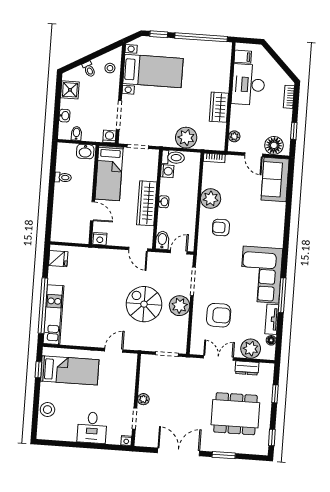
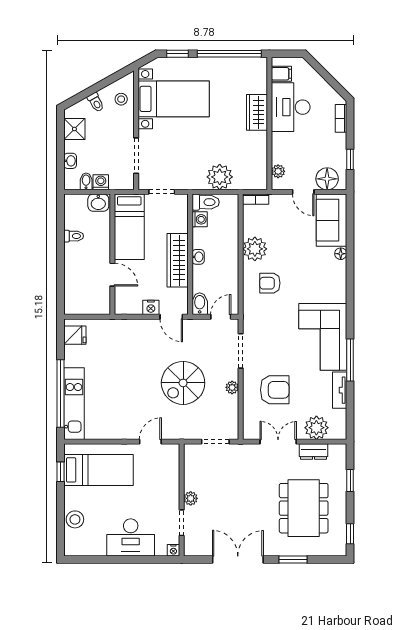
wardrobe: (219, 107) -> (257, 112), moved
washing machine: (109, 137) -> (101, 182), moved
nightstand: (100, 239) -> (151, 307), moved
spiral stairs: (144, 304) -> (183, 383), turned -90
plant: (180, 306) -> (232, 387), width x0.53, depth x0.53
floor lamp: (271, 340) -> (341, 254), moved
dining table: (235, 414) -> (304, 508), turned 90
desk: (92, 428) -> (131, 537), width x1.37

